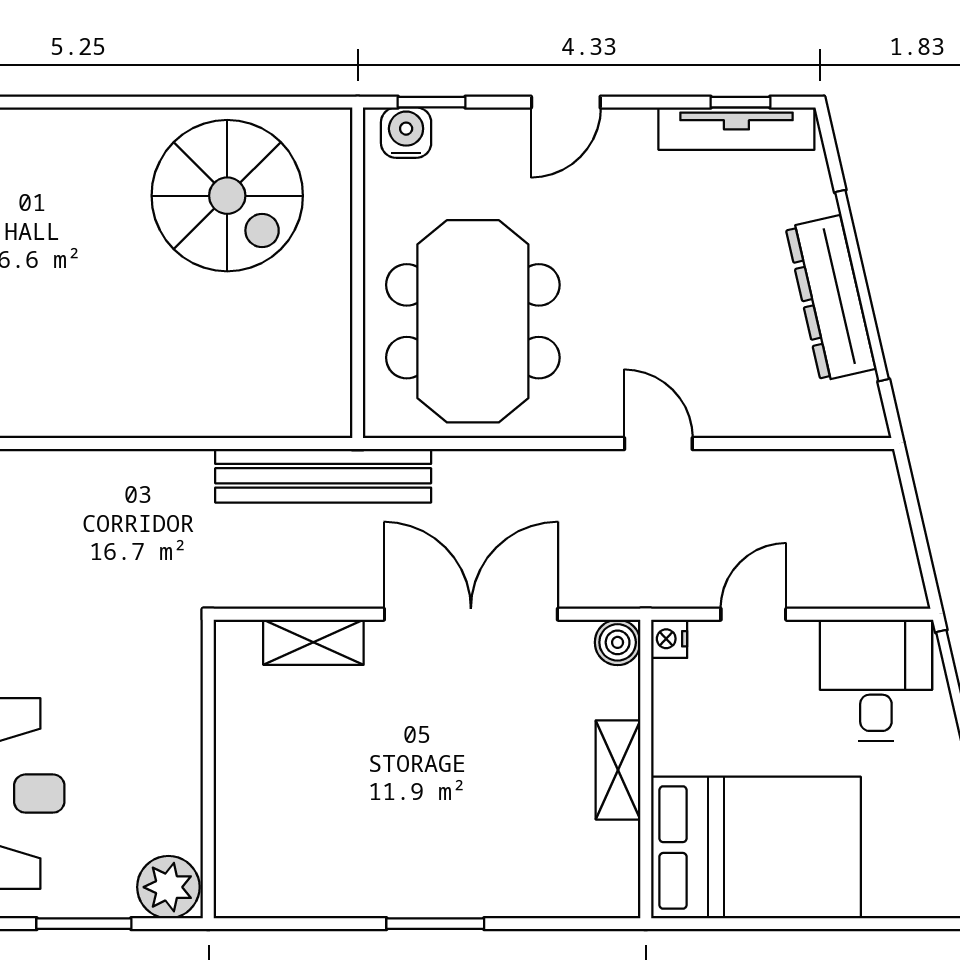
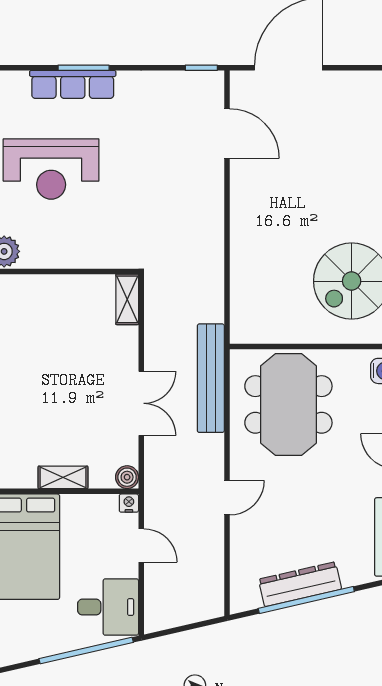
meeting table: (473, 321) -> (288, 404), turned 90
bench: (323, 476) -> (211, 378), moved
double door: (471, 614) -> (141, 403), width x0.73
shelving: (313, 642) -> (127, 299), moved

